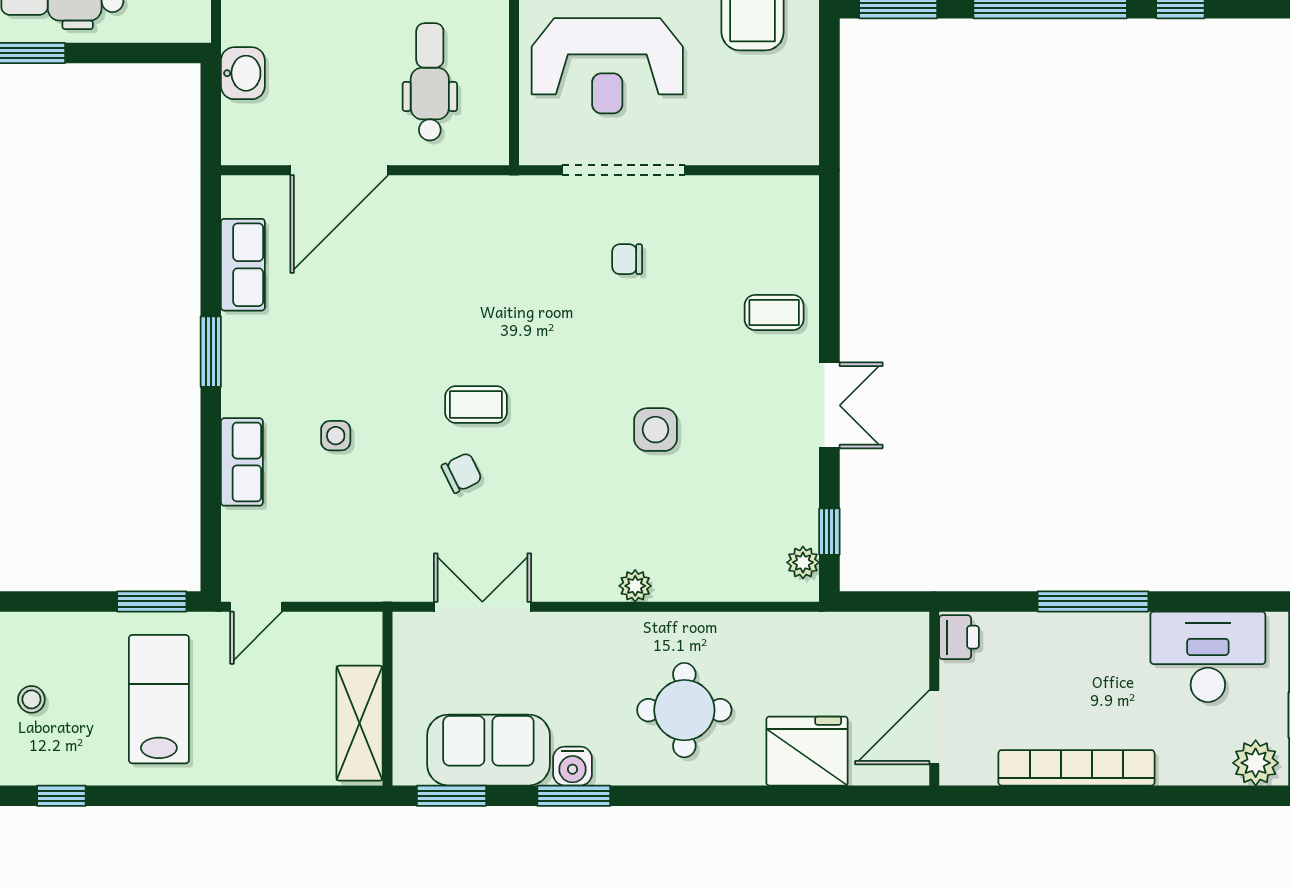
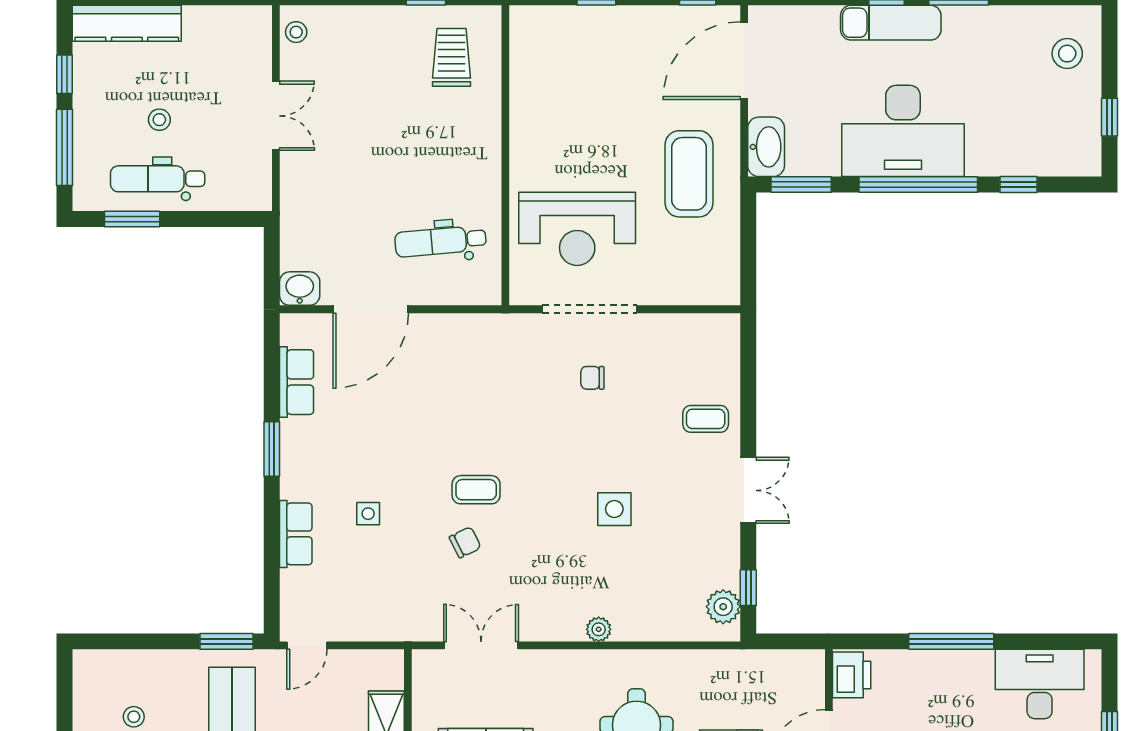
washbasin: (243, 73) -> (300, 289), moved, turned -90
dental chair: (430, 82) -> (441, 241), turned -95
plant: (803, 562) -> (723, 607), width x1.38, depth x1.38
printer: (959, 637) -> (852, 675), width x1.36, depth x1.24

